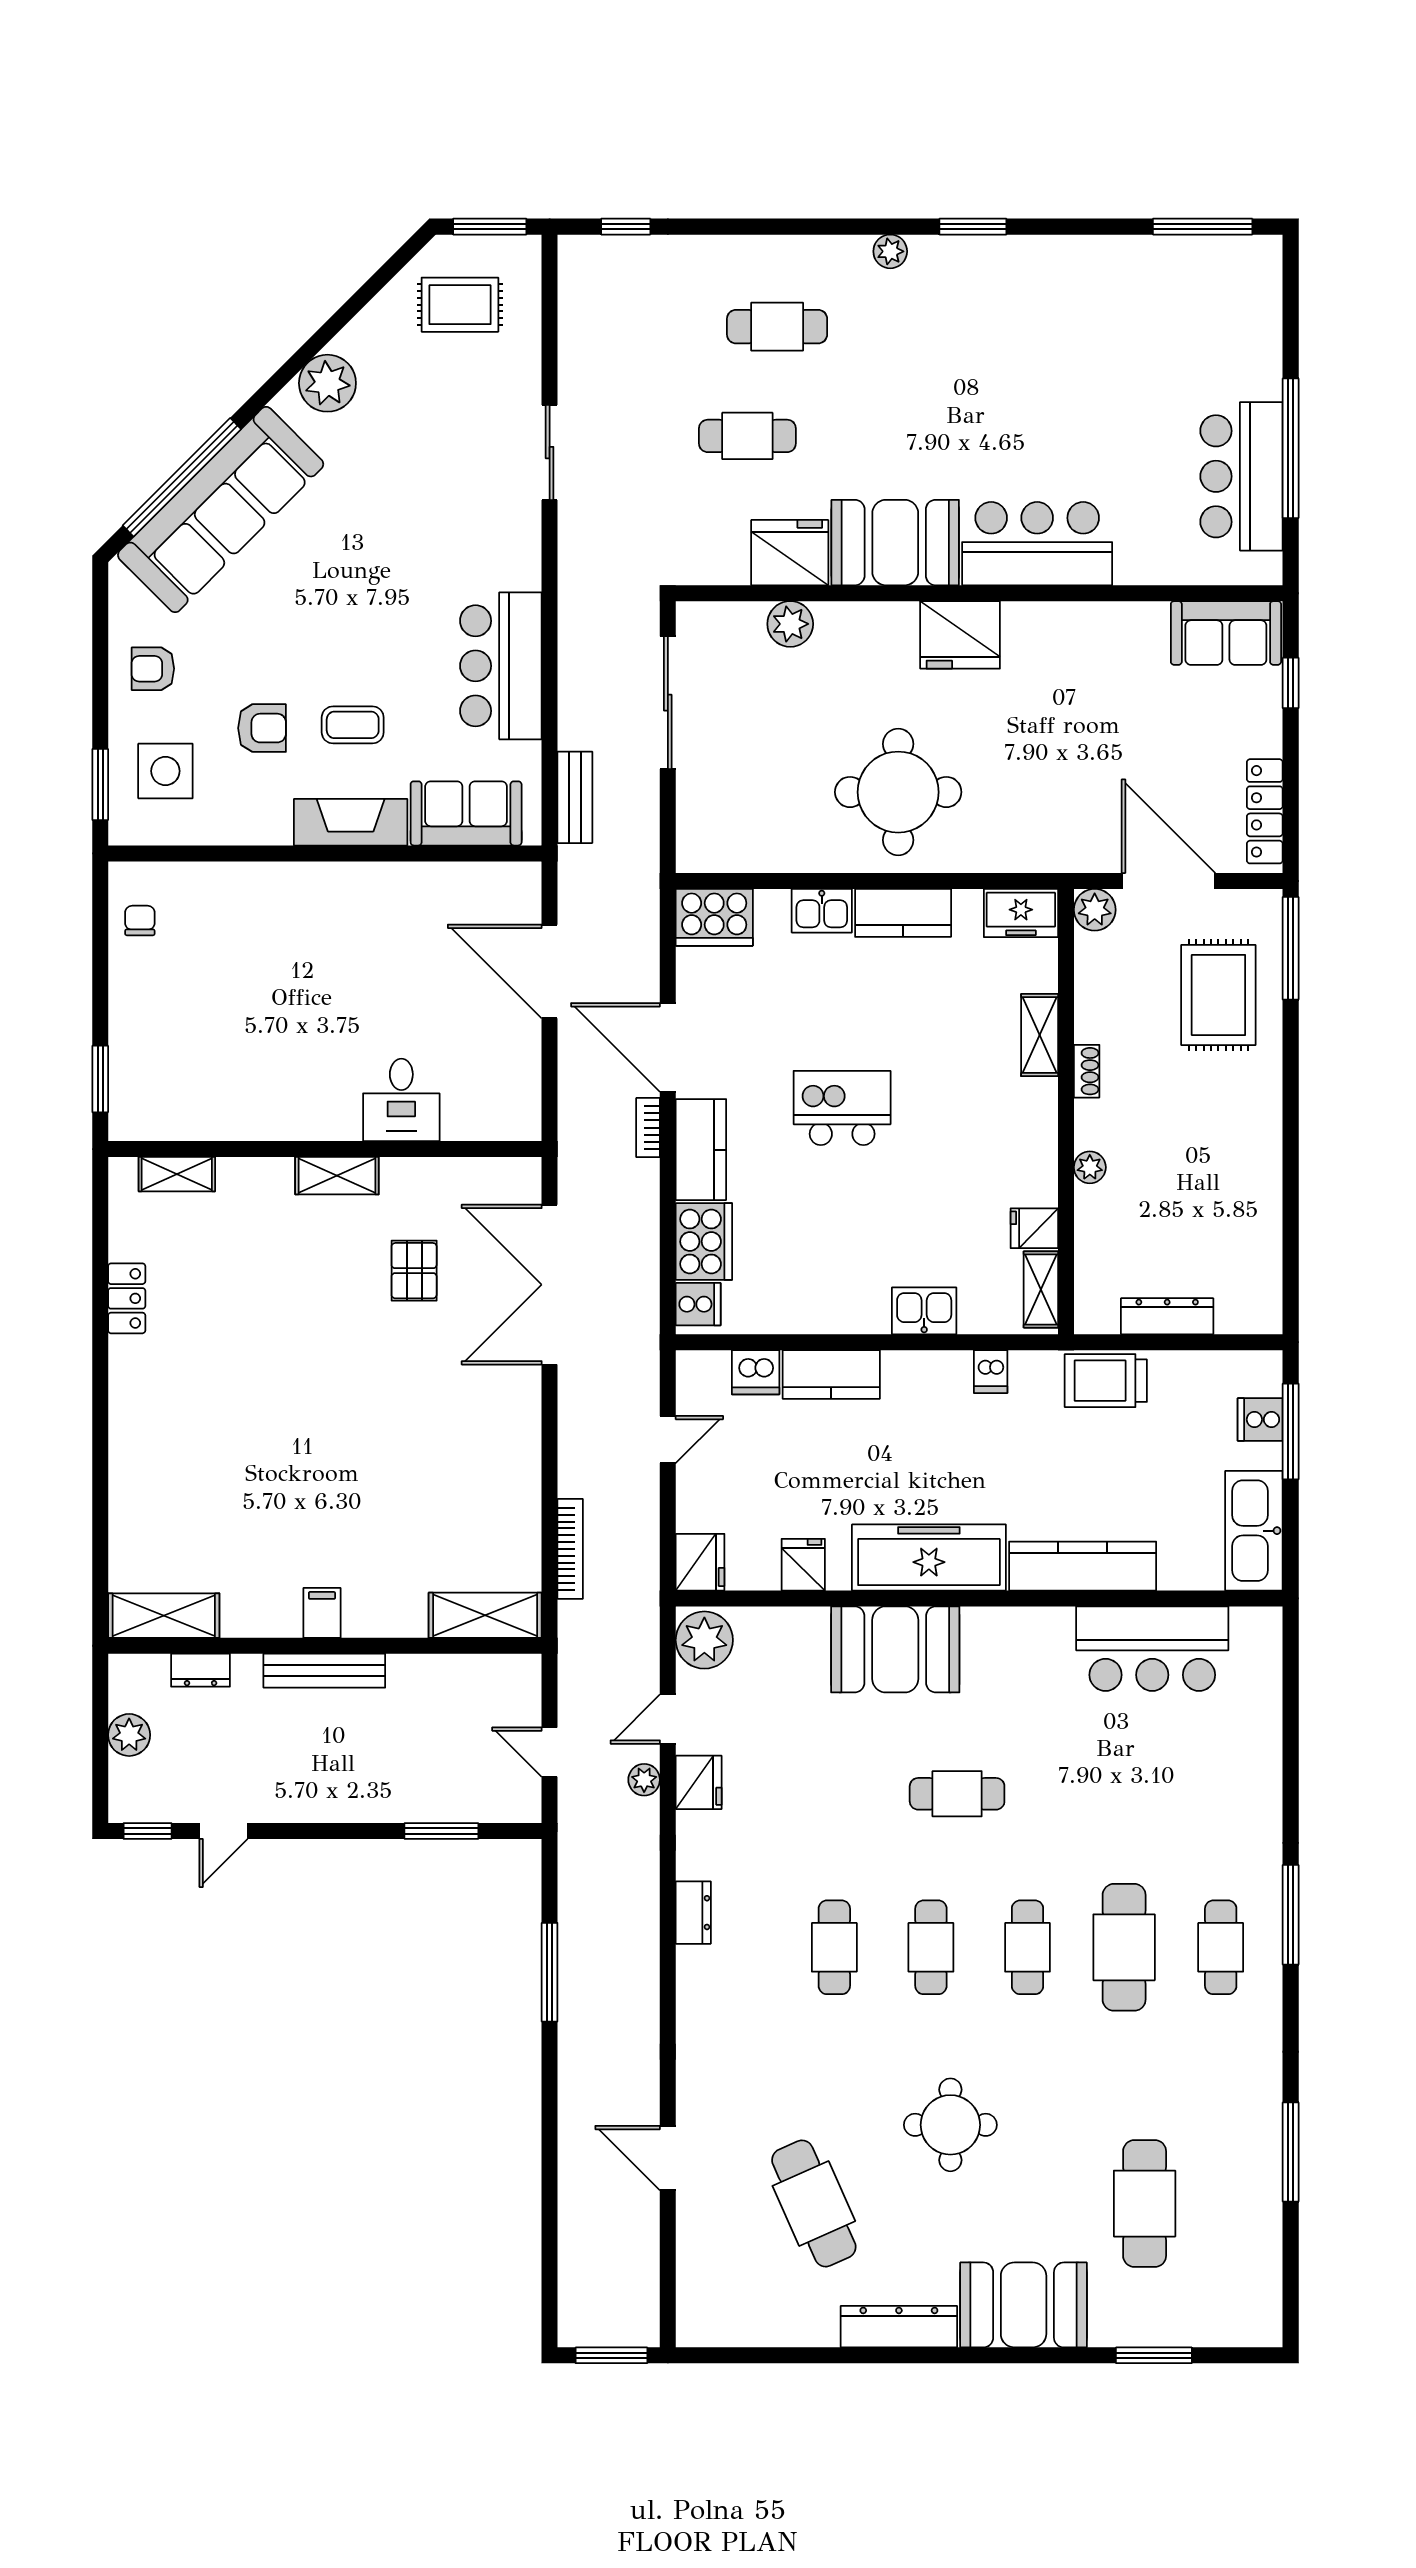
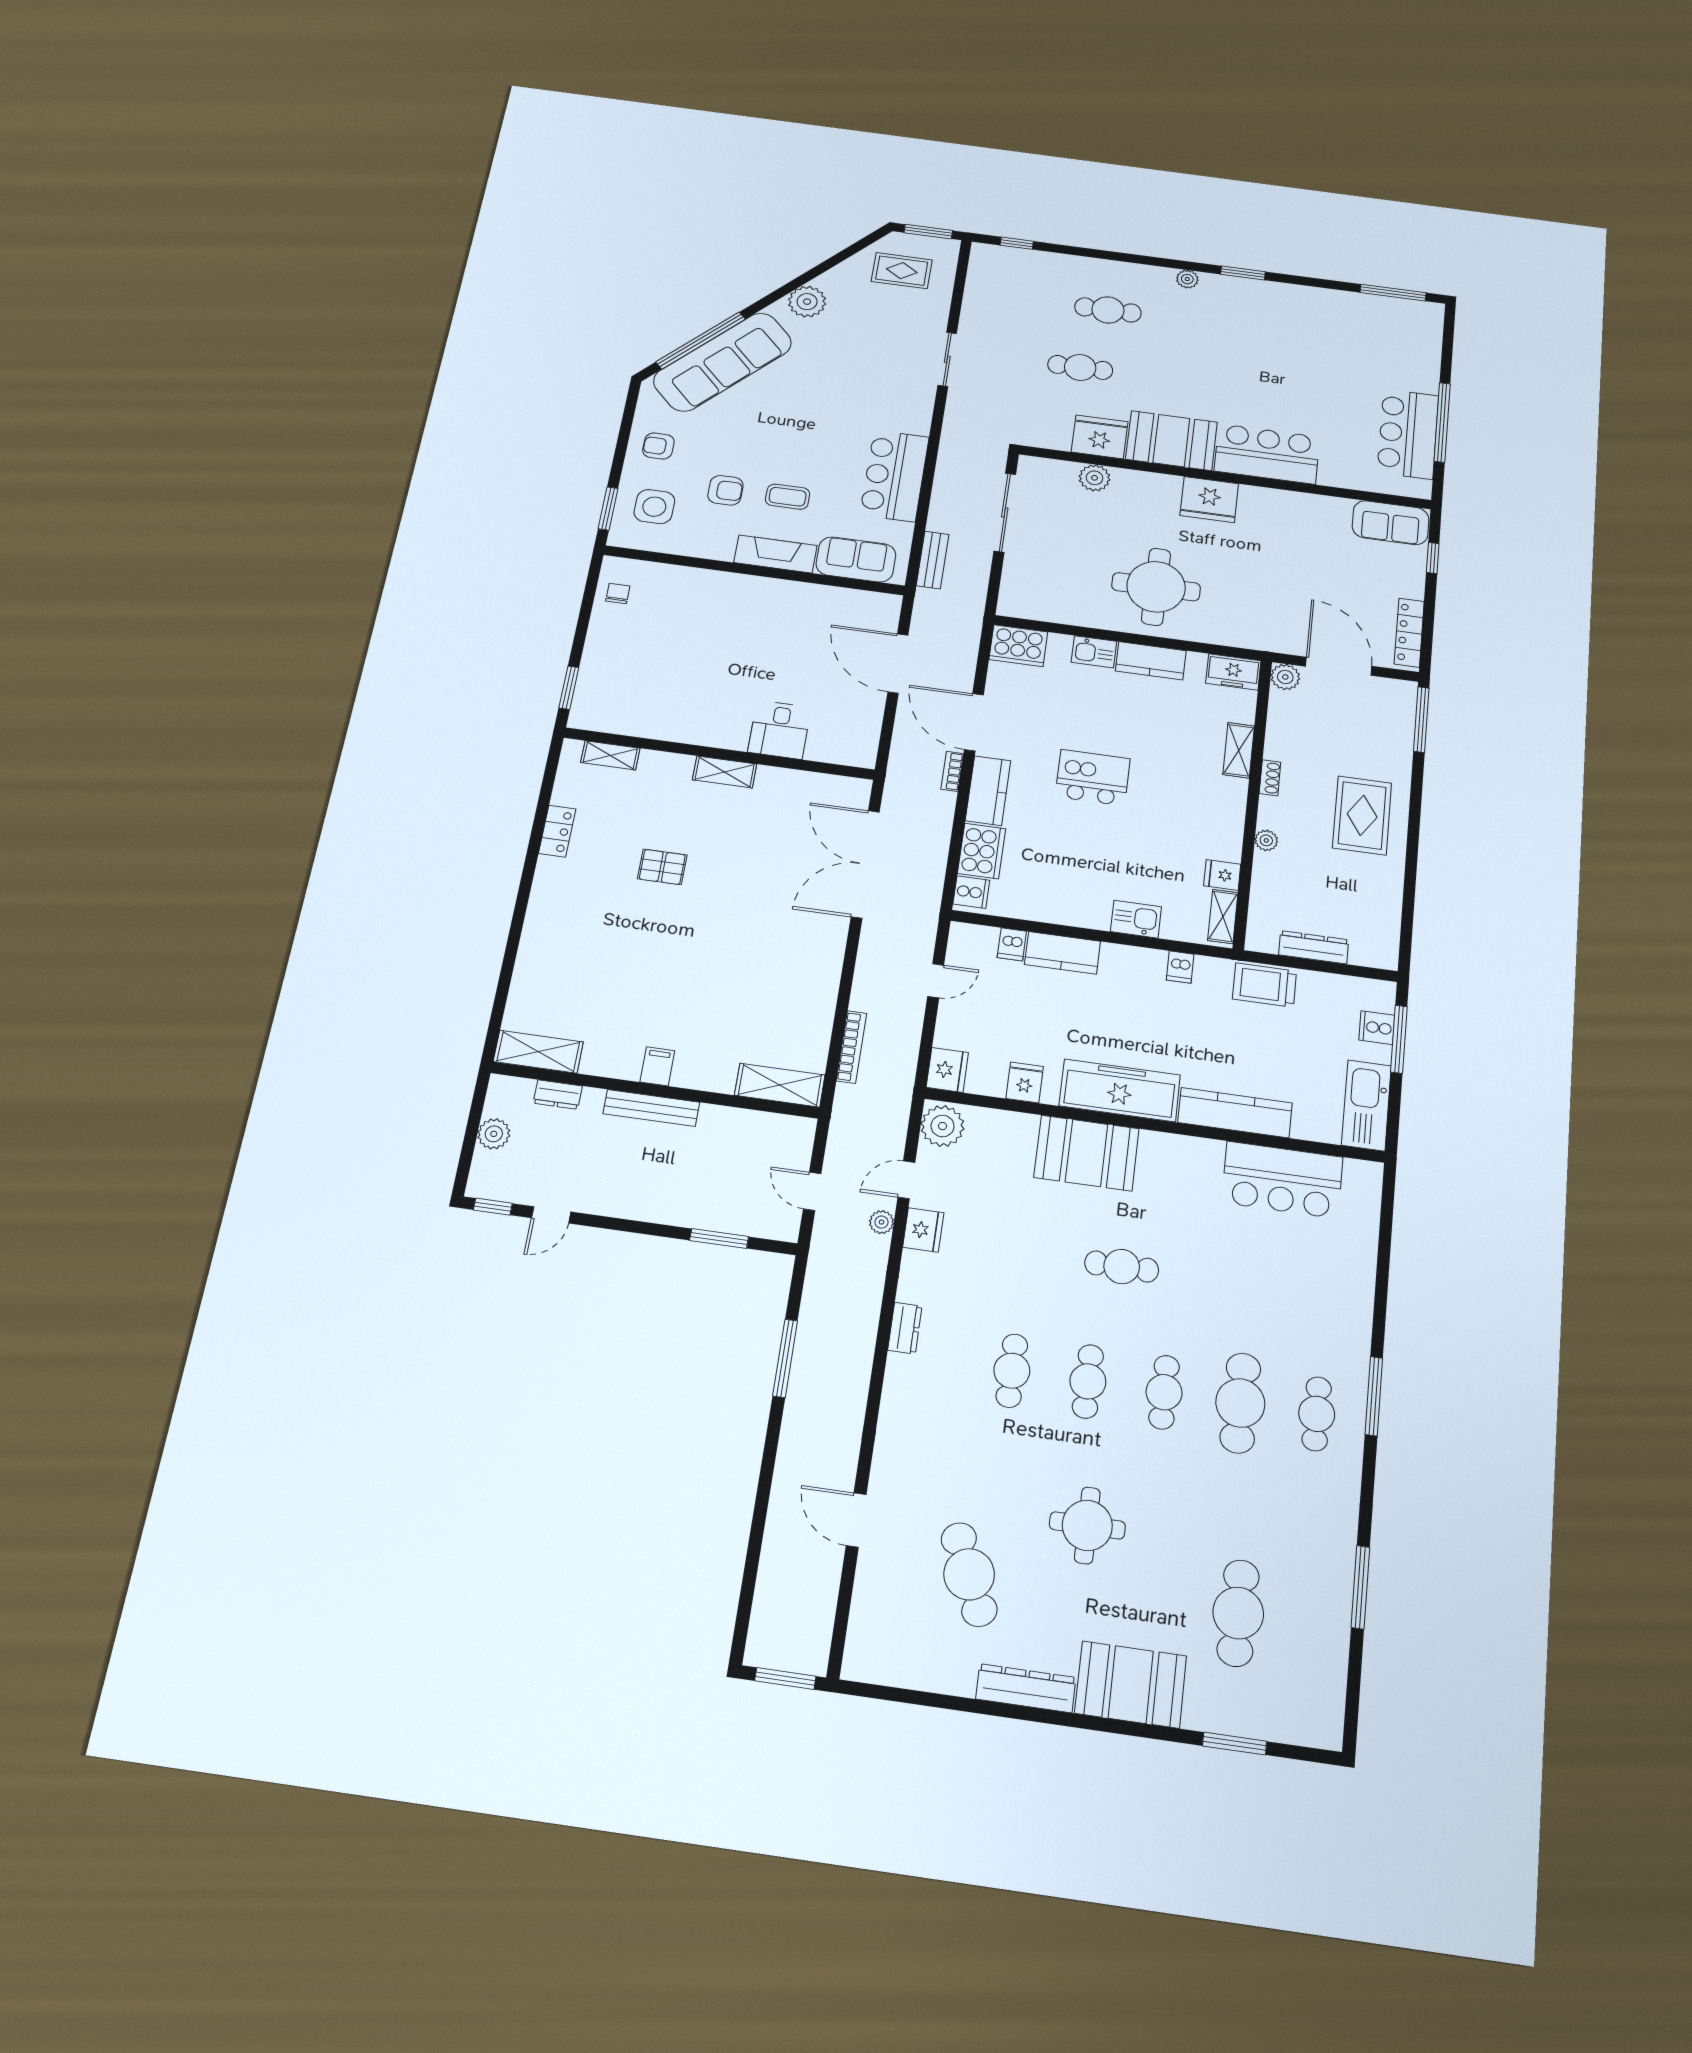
rug: (1218, 995) -> (1362, 815), moved
pallet: (414, 1271) -> (662, 867), moved, turned 90
dishwasher: (756, 1372) -> (1012, 944), width x0.73

